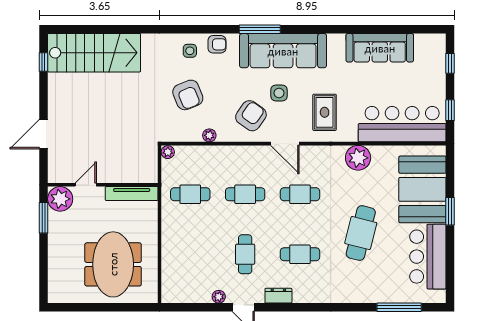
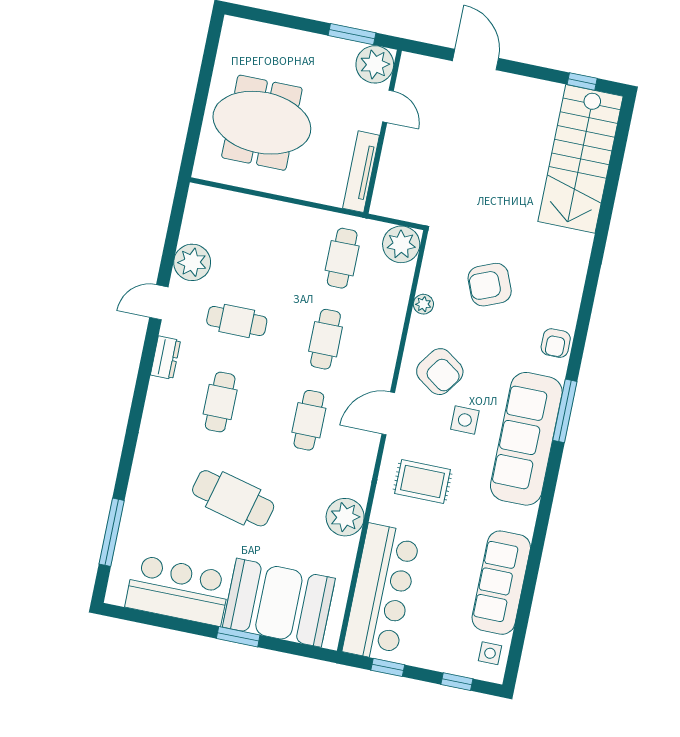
side table: (190, 51) -> (490, 653), moved
plant: (168, 152) -> (401, 244), width x1.88, depth x1.88
plant: (219, 297) -> (192, 262), width x1.88, depth x1.88

